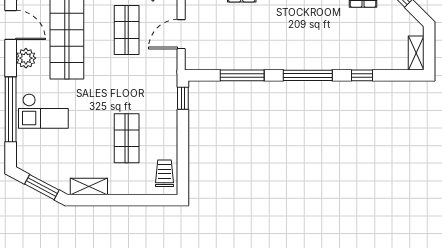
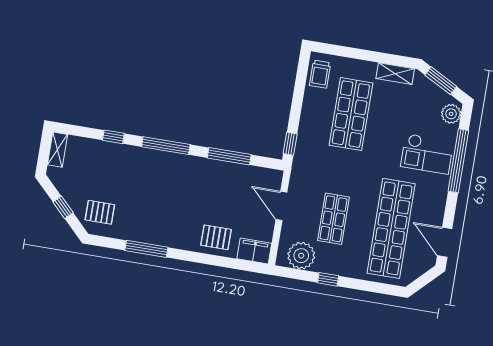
door: (181, 34) -> (281, 206), swing flipped
plant: (26, 58) -> (451, 114), moved
checkout: (43, 111) -> (427, 154), turned 180
shop shelf: (127, 138) -> (351, 114), width x1.43, depth x1.36

